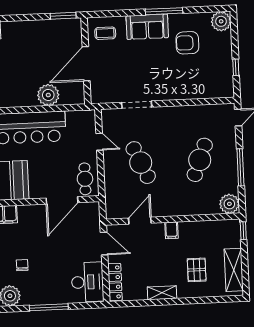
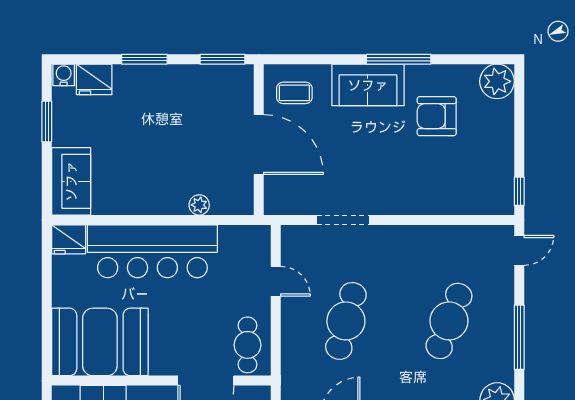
window: (18, 18) -> (144, 59), added
door: (86, 64) -> (259, 145), swing flipped
window: (236, 67) -> (519, 191), moved
plant: (48, 95) -> (199, 205), width x0.53, depth x0.53
cafe table: (141, 163) -> (346, 321), turned 39

